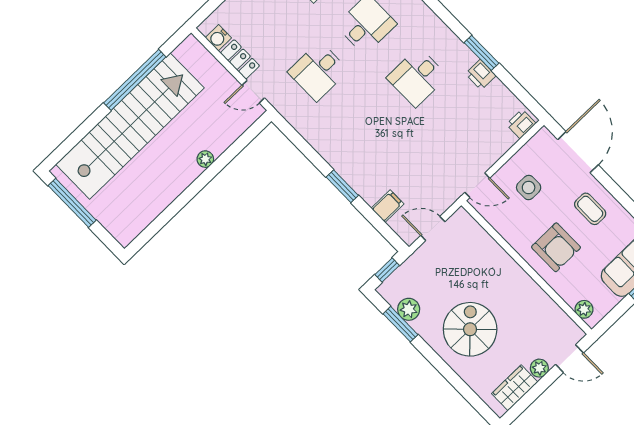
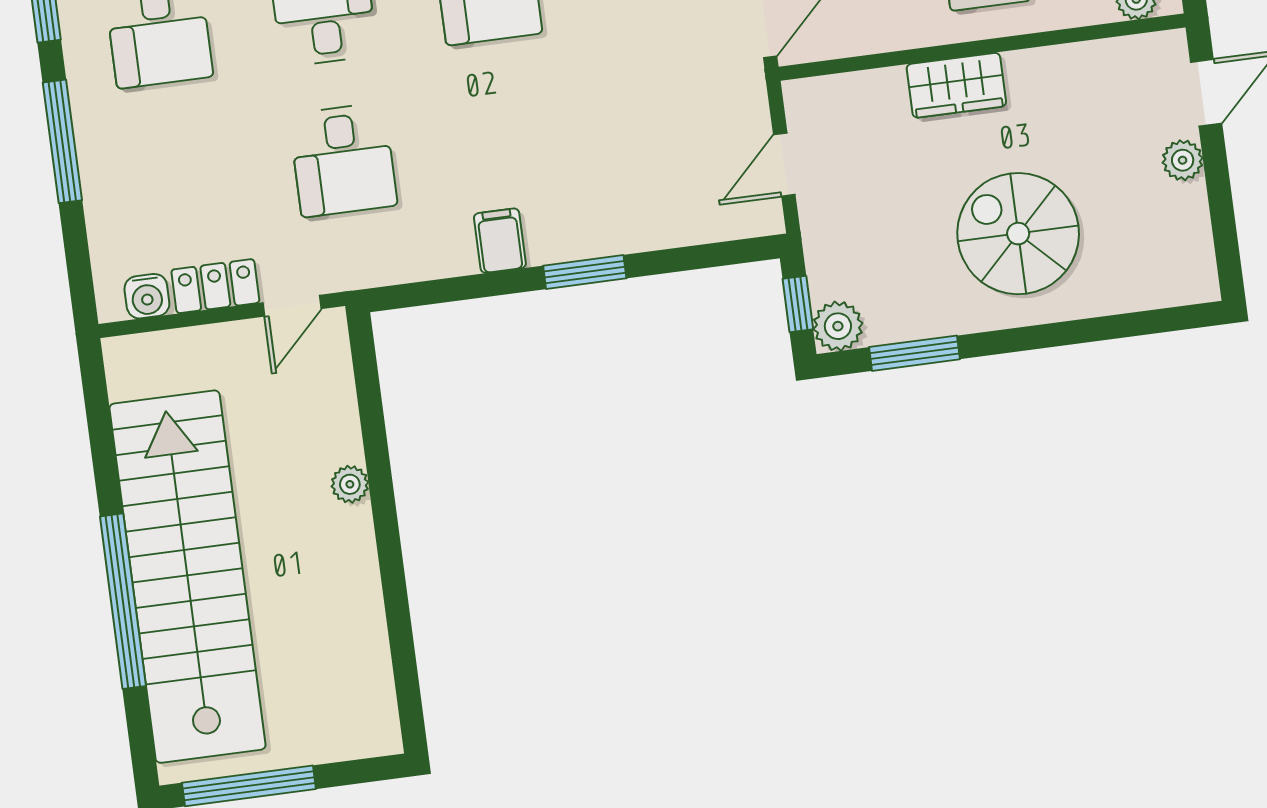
window: (135, 80) -> (123, 601), moved
filing cabinet: (388, 206) -> (500, 241), moved
plant: (409, 309) -> (838, 326), moved
wardrobe: (515, 388) -> (956, 85), moved, turned -90

